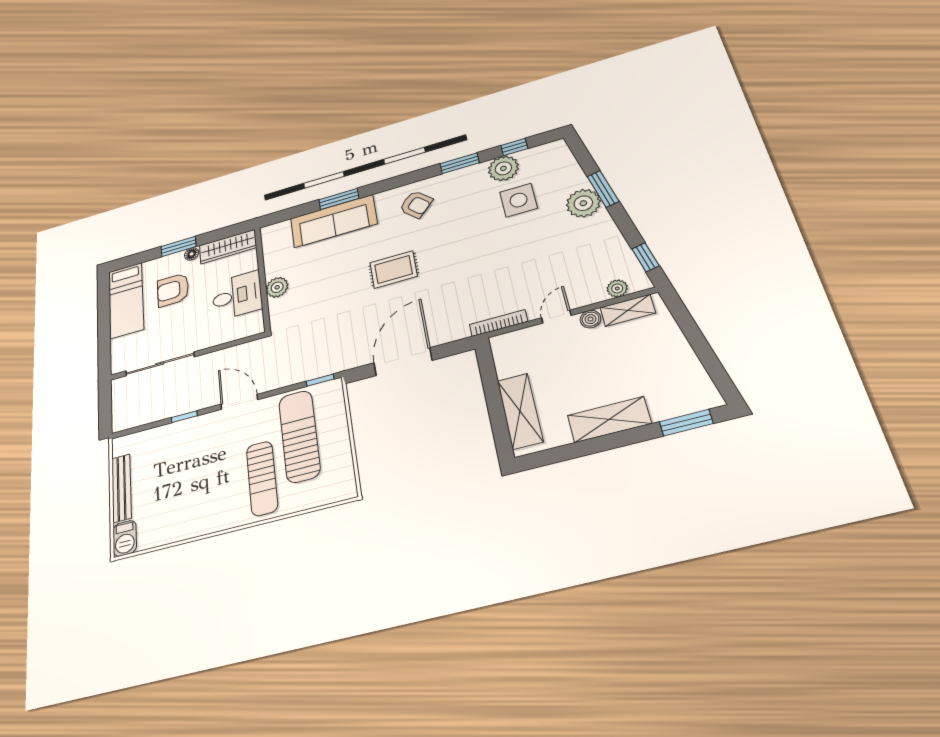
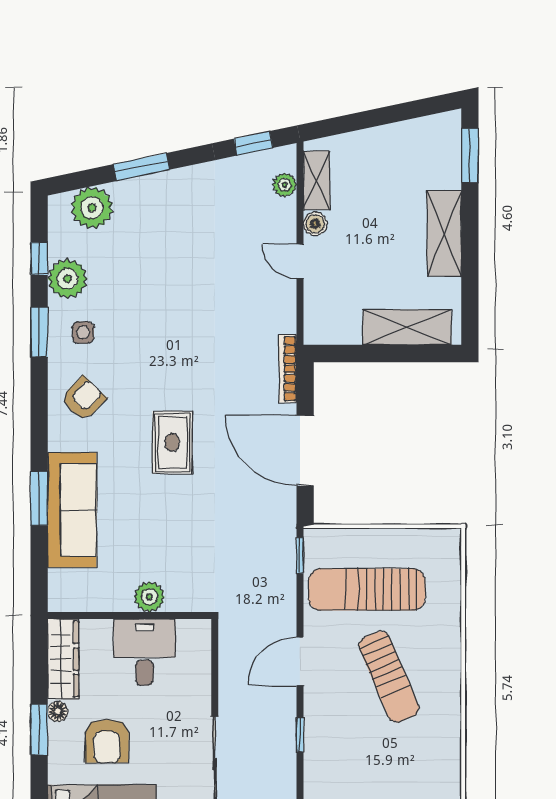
side table: (519, 200) -> (83, 332), moved, width x0.54, depth x0.54
plant: (583, 203) -> (92, 208), moved
bookcase: (498, 323) -> (288, 369), moved
sun lounger: (262, 478) -> (389, 677), moved, turned 67

